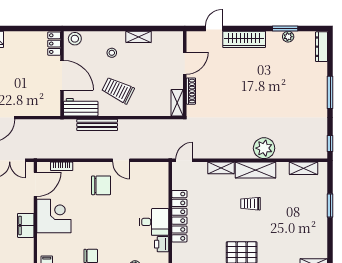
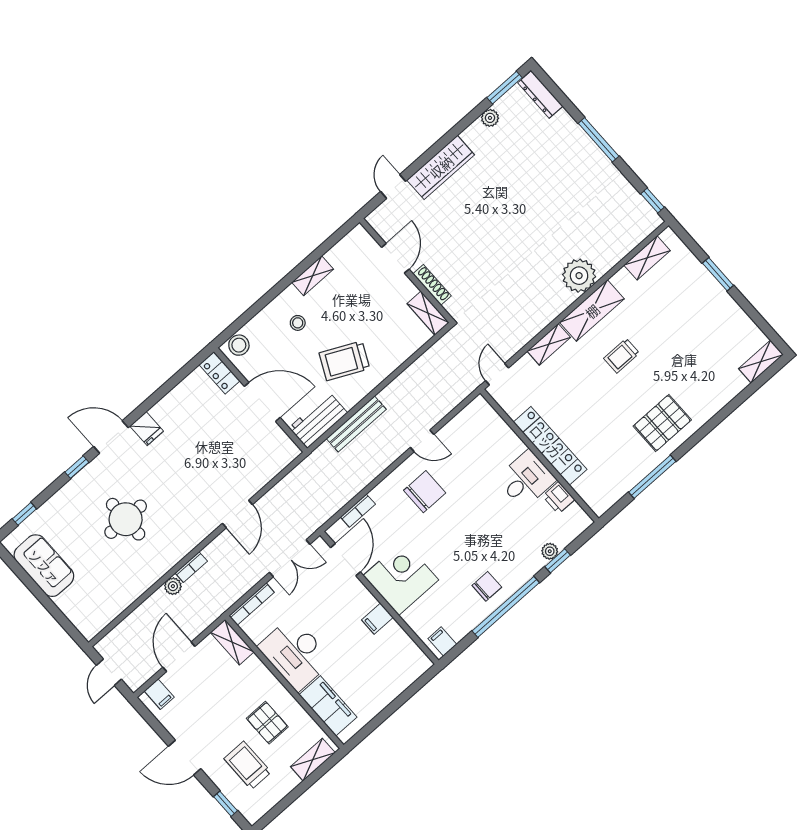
window: (285, 28) -> (505, 88), moved
filing cabinet: (26, 225) -> (377, 619), width x0.50

